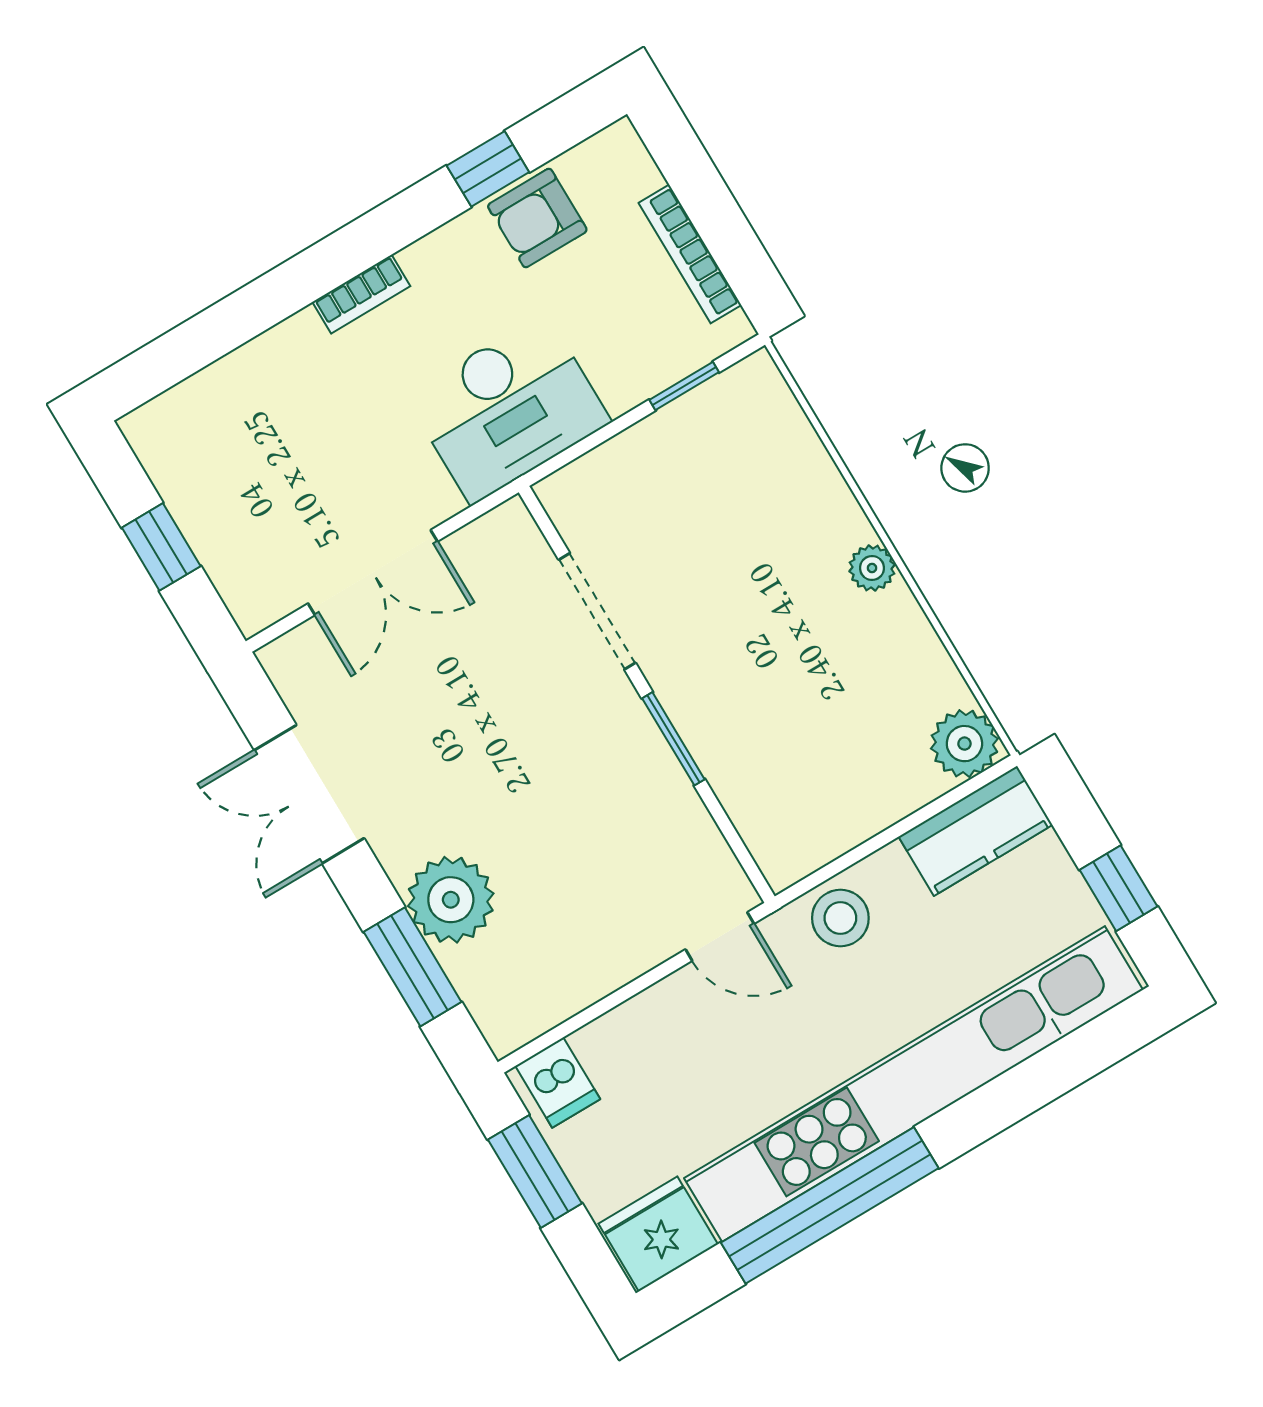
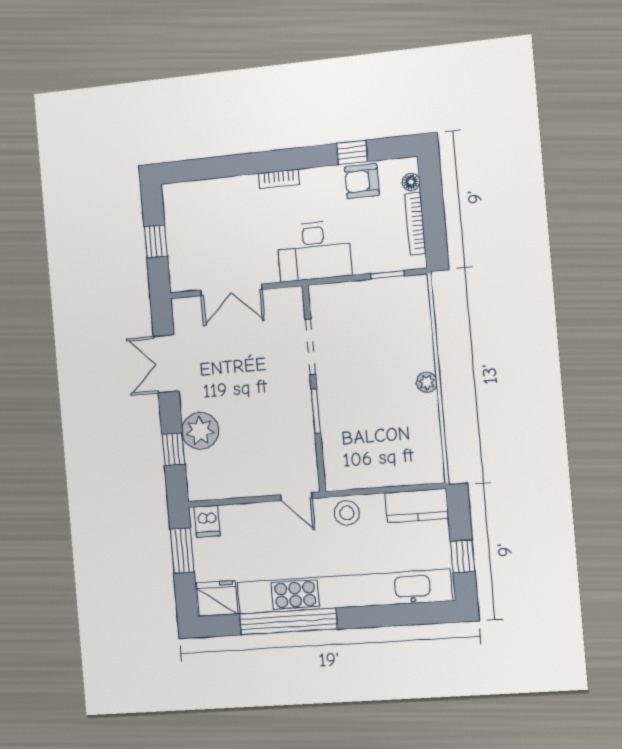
floor lamp: (640, 173) -> (411, 182), added
plant: (964, 744) -> (429, 469), removed
window: (413, 967) -> (173, 449), width x0.67

